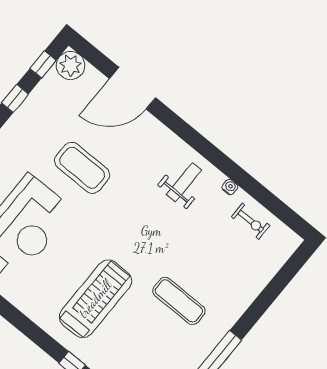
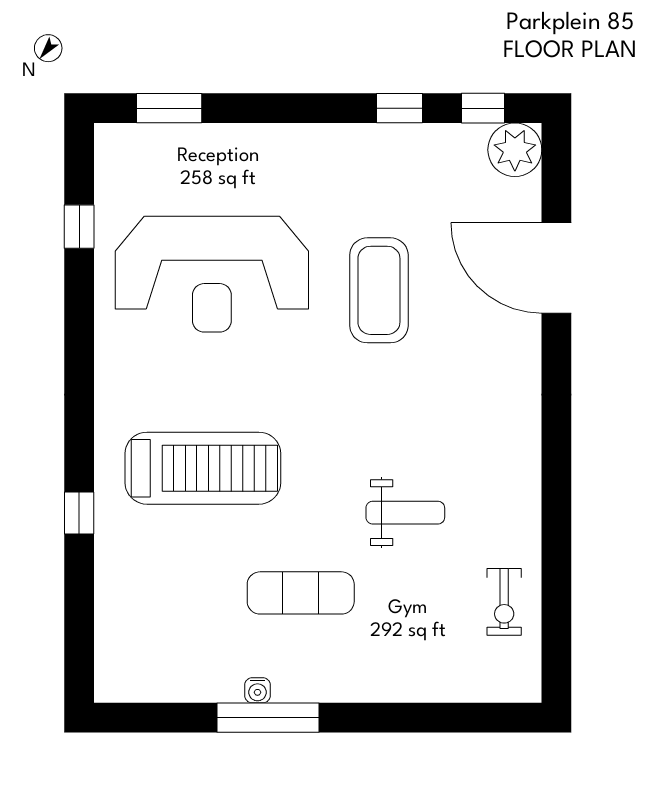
weight bench: (184, 182) -> (405, 513), moved
water cooler: (230, 187) -> (258, 690), moved, turned 90
exercise mat: (179, 301) -> (301, 593), turned 90

